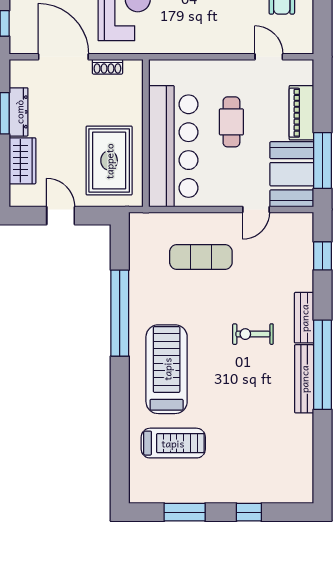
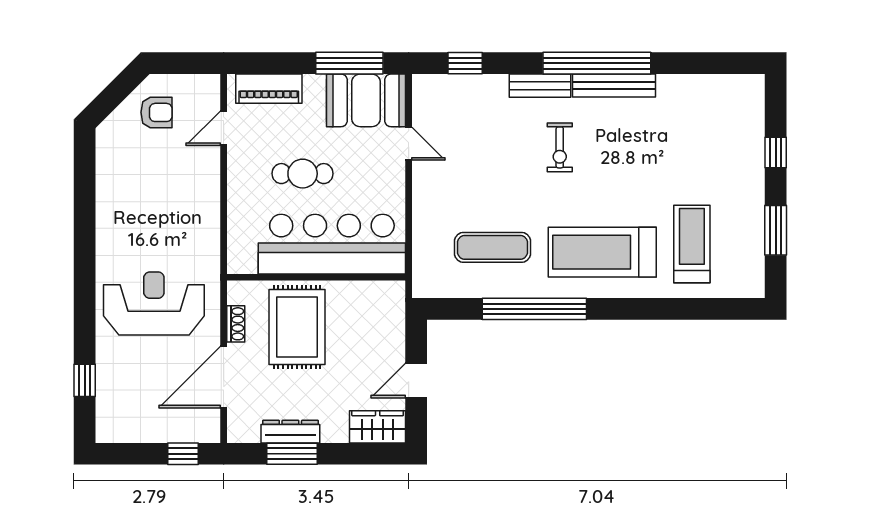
piano: (301, 113) -> (269, 89), moved
wardrobe: (22, 161) -> (378, 427), moved
rug: (109, 161) -> (297, 327), moved, turned 90
exercise mat: (201, 257) -> (493, 247), moved, turned 90

